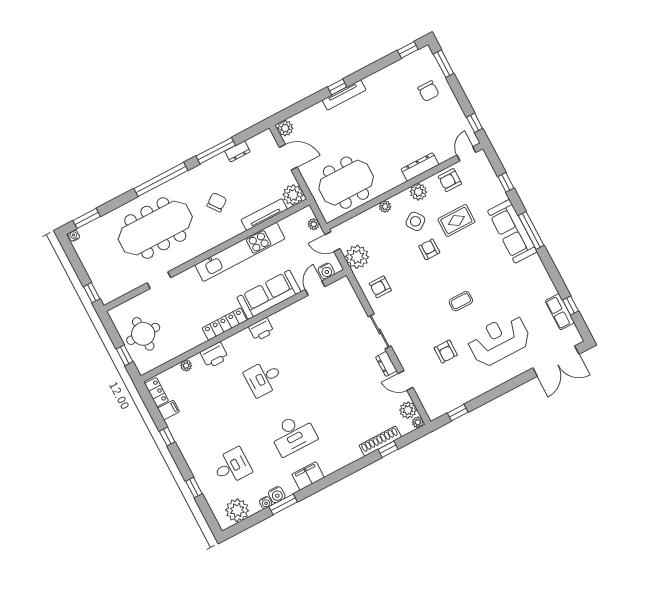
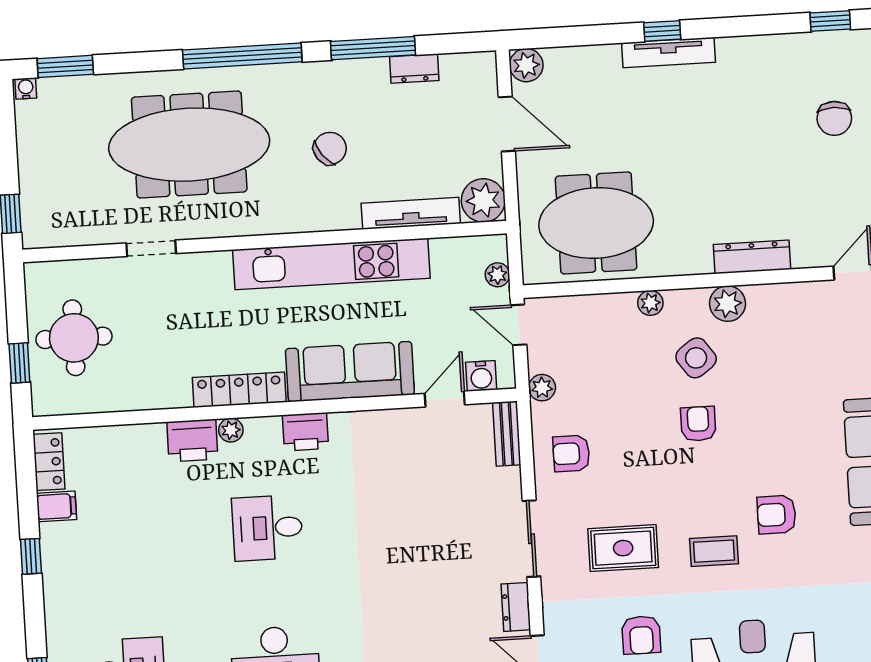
armchair: (450, 180) -> (777, 515), moved
rug: (456, 221) -> (623, 548), moved
plant: (357, 257) -> (542, 388), width x0.53, depth x0.53
bench: (349, 291) -> (507, 434), added
plant: (186, 366) -> (231, 430), moved

